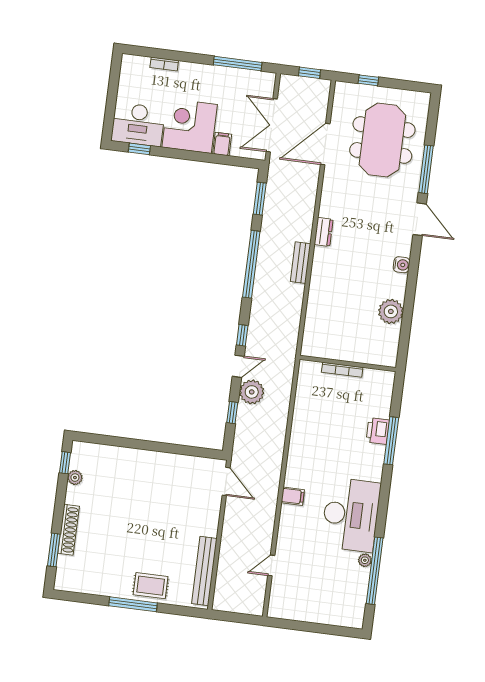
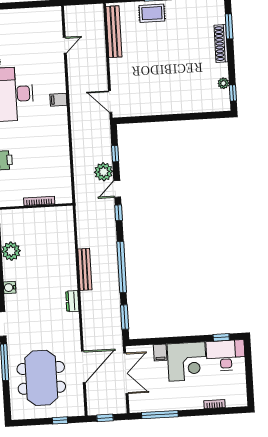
bench: (301, 263) -> (85, 269), width x1.36

